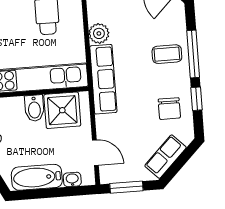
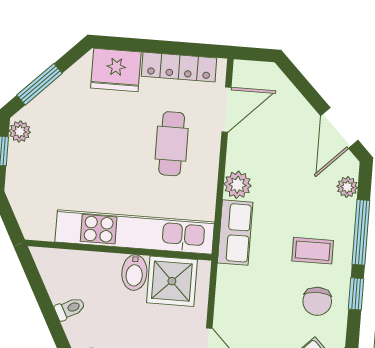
plant: (178, 23) -> (347, 187), added
coffee table: (167, 54) -> (313, 251), moved
row of seats: (103, 79) -> (235, 233), width x0.68

